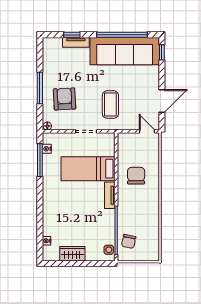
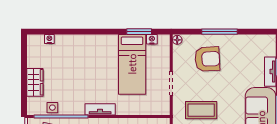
window: (40, 160) -> (139, 32), width x0.69
bed: (88, 169) -> (132, 64), moved, turned 180
side table: (109, 250) -> (52, 108), moved
wardrobe: (72, 254) -> (35, 82), moved

